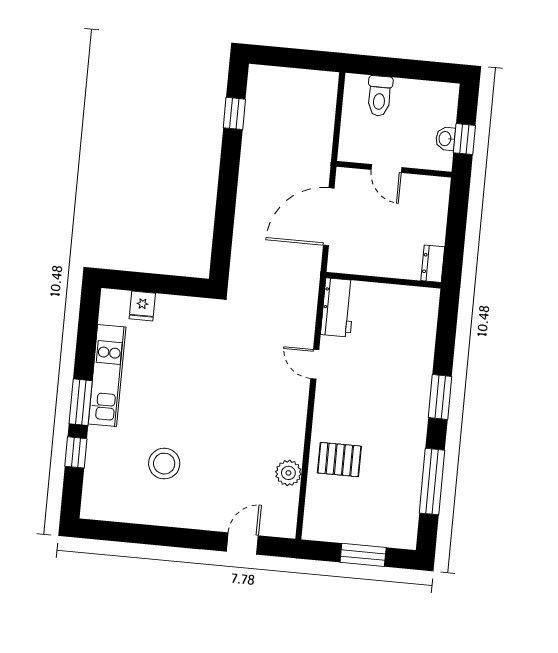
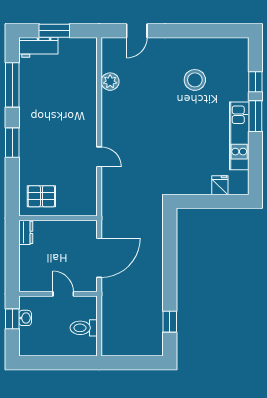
toilet: (379, 96) -> (84, 328), moved, turned -90
workbench: (338, 307) -> (38, 47), moved, turned -90
pallet: (339, 460) -> (41, 196), moved

